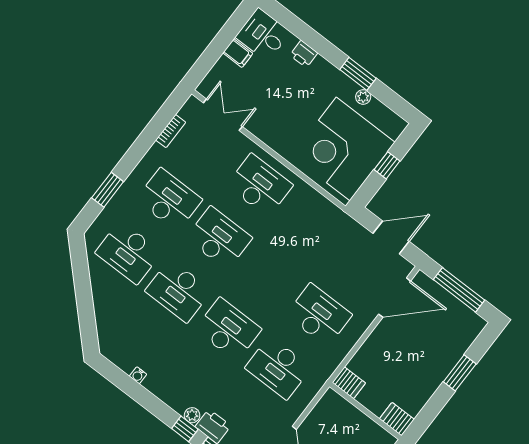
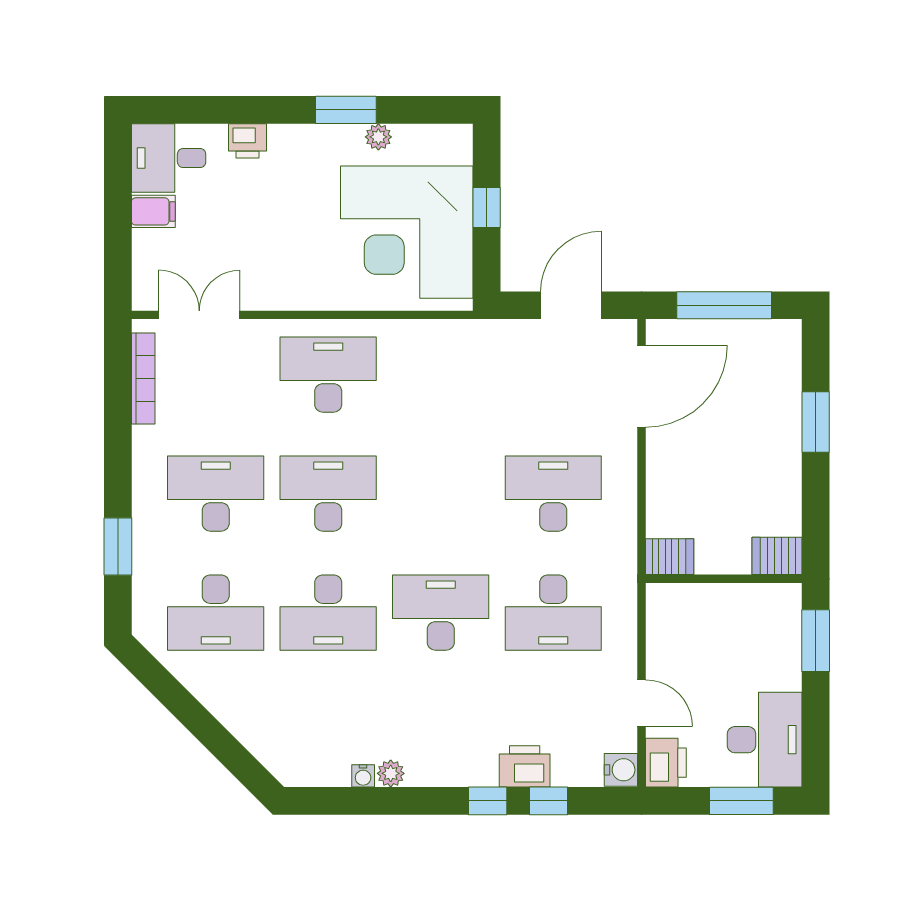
bookcase: (171, 131) -> (143, 378), width x1.56
plant: (192, 415) -> (391, 773), moved

